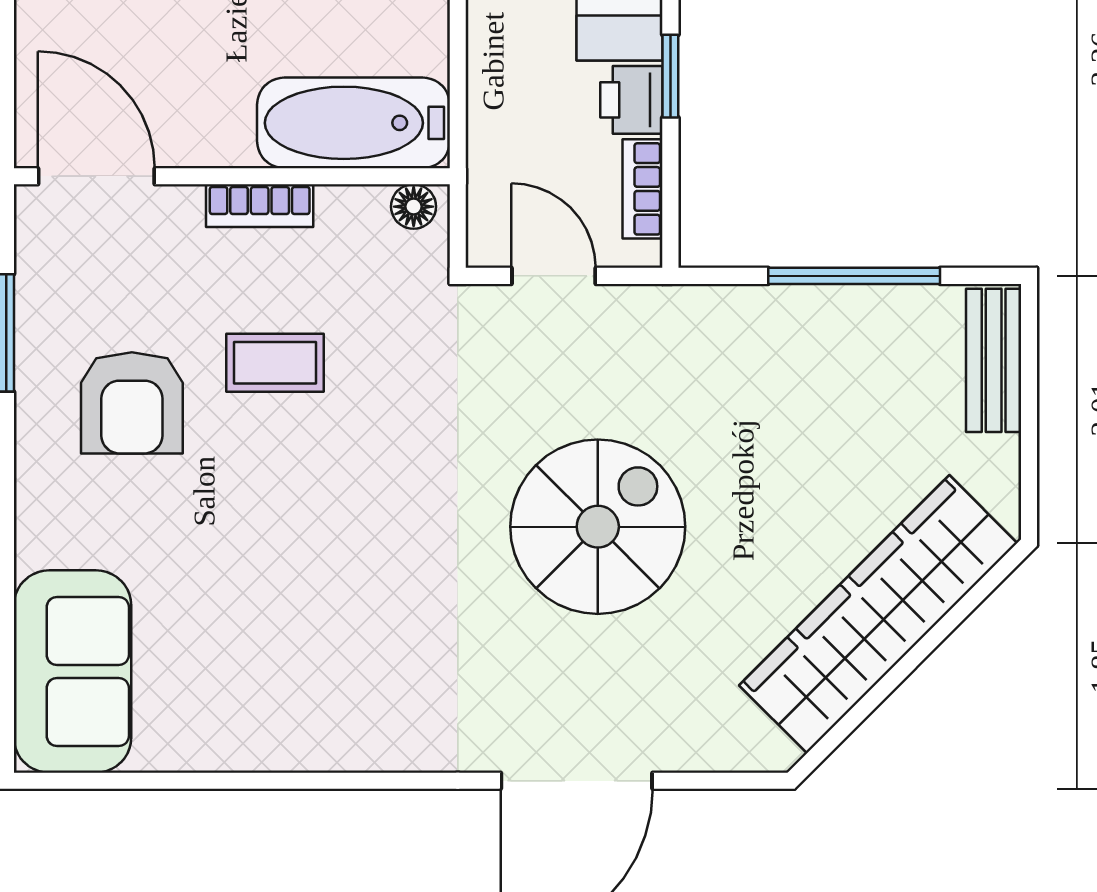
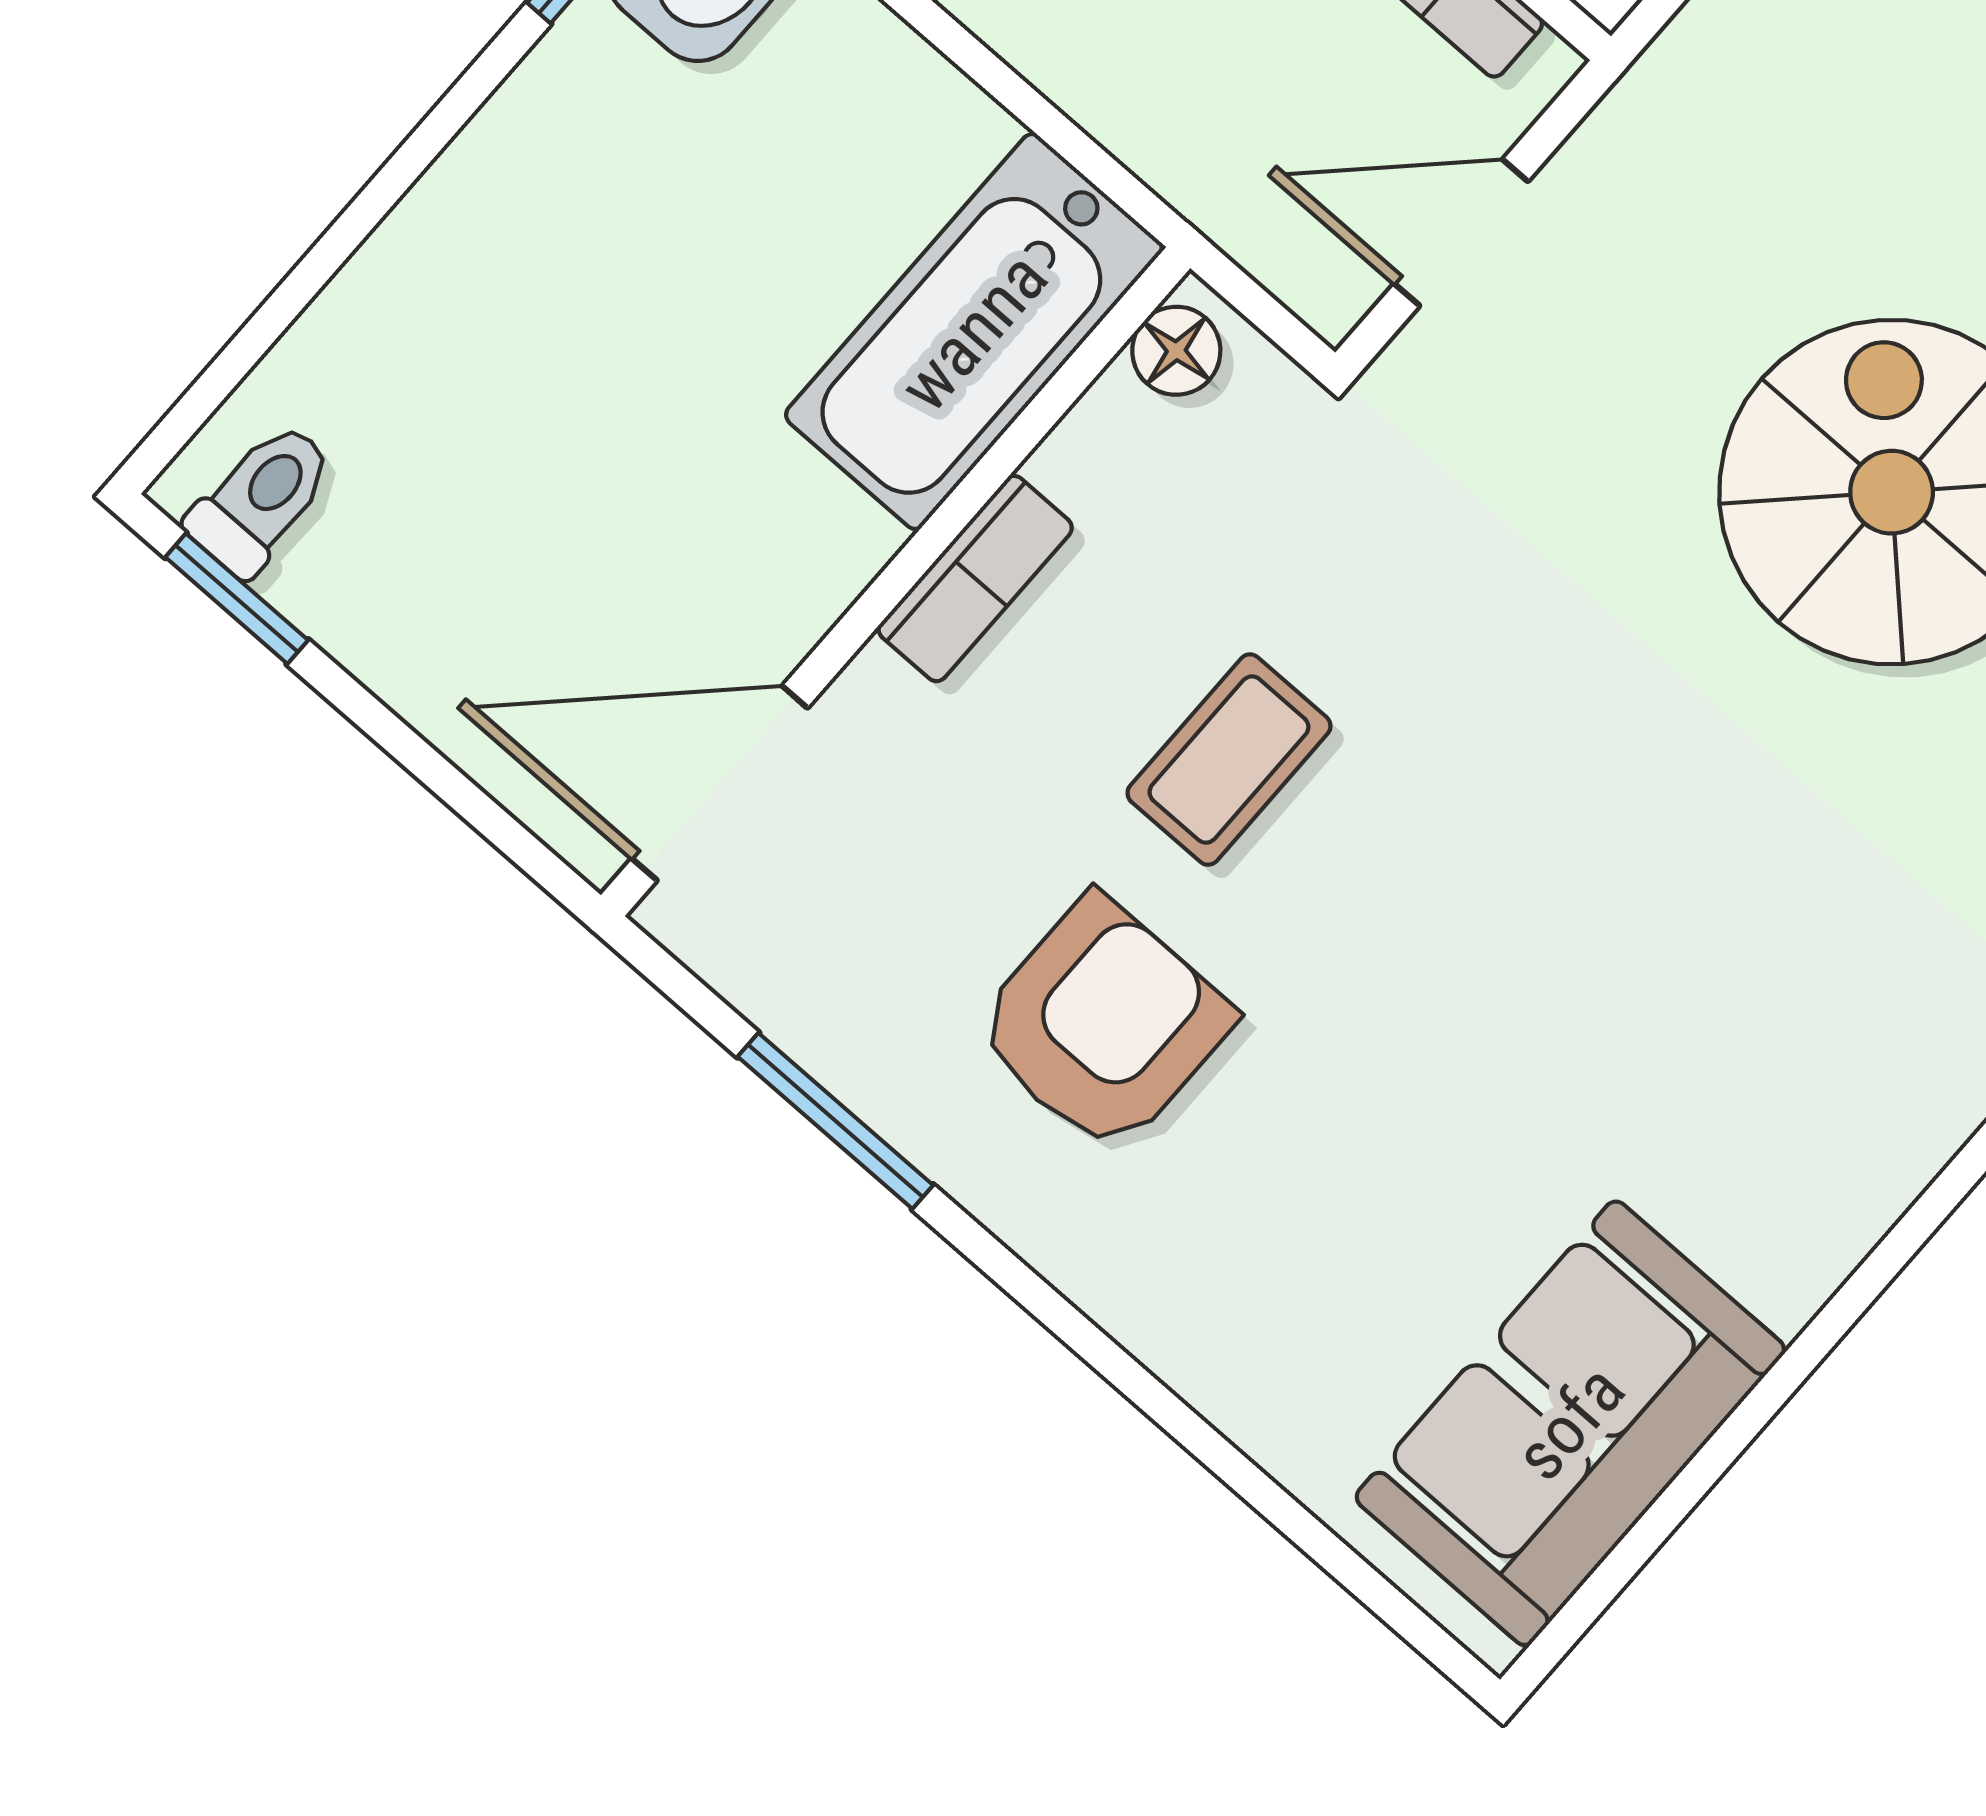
armchair: (132, 403) -> (1103, 1024), turned -90
sofa: (73, 671) -> (1570, 1423), moved, turned -90

